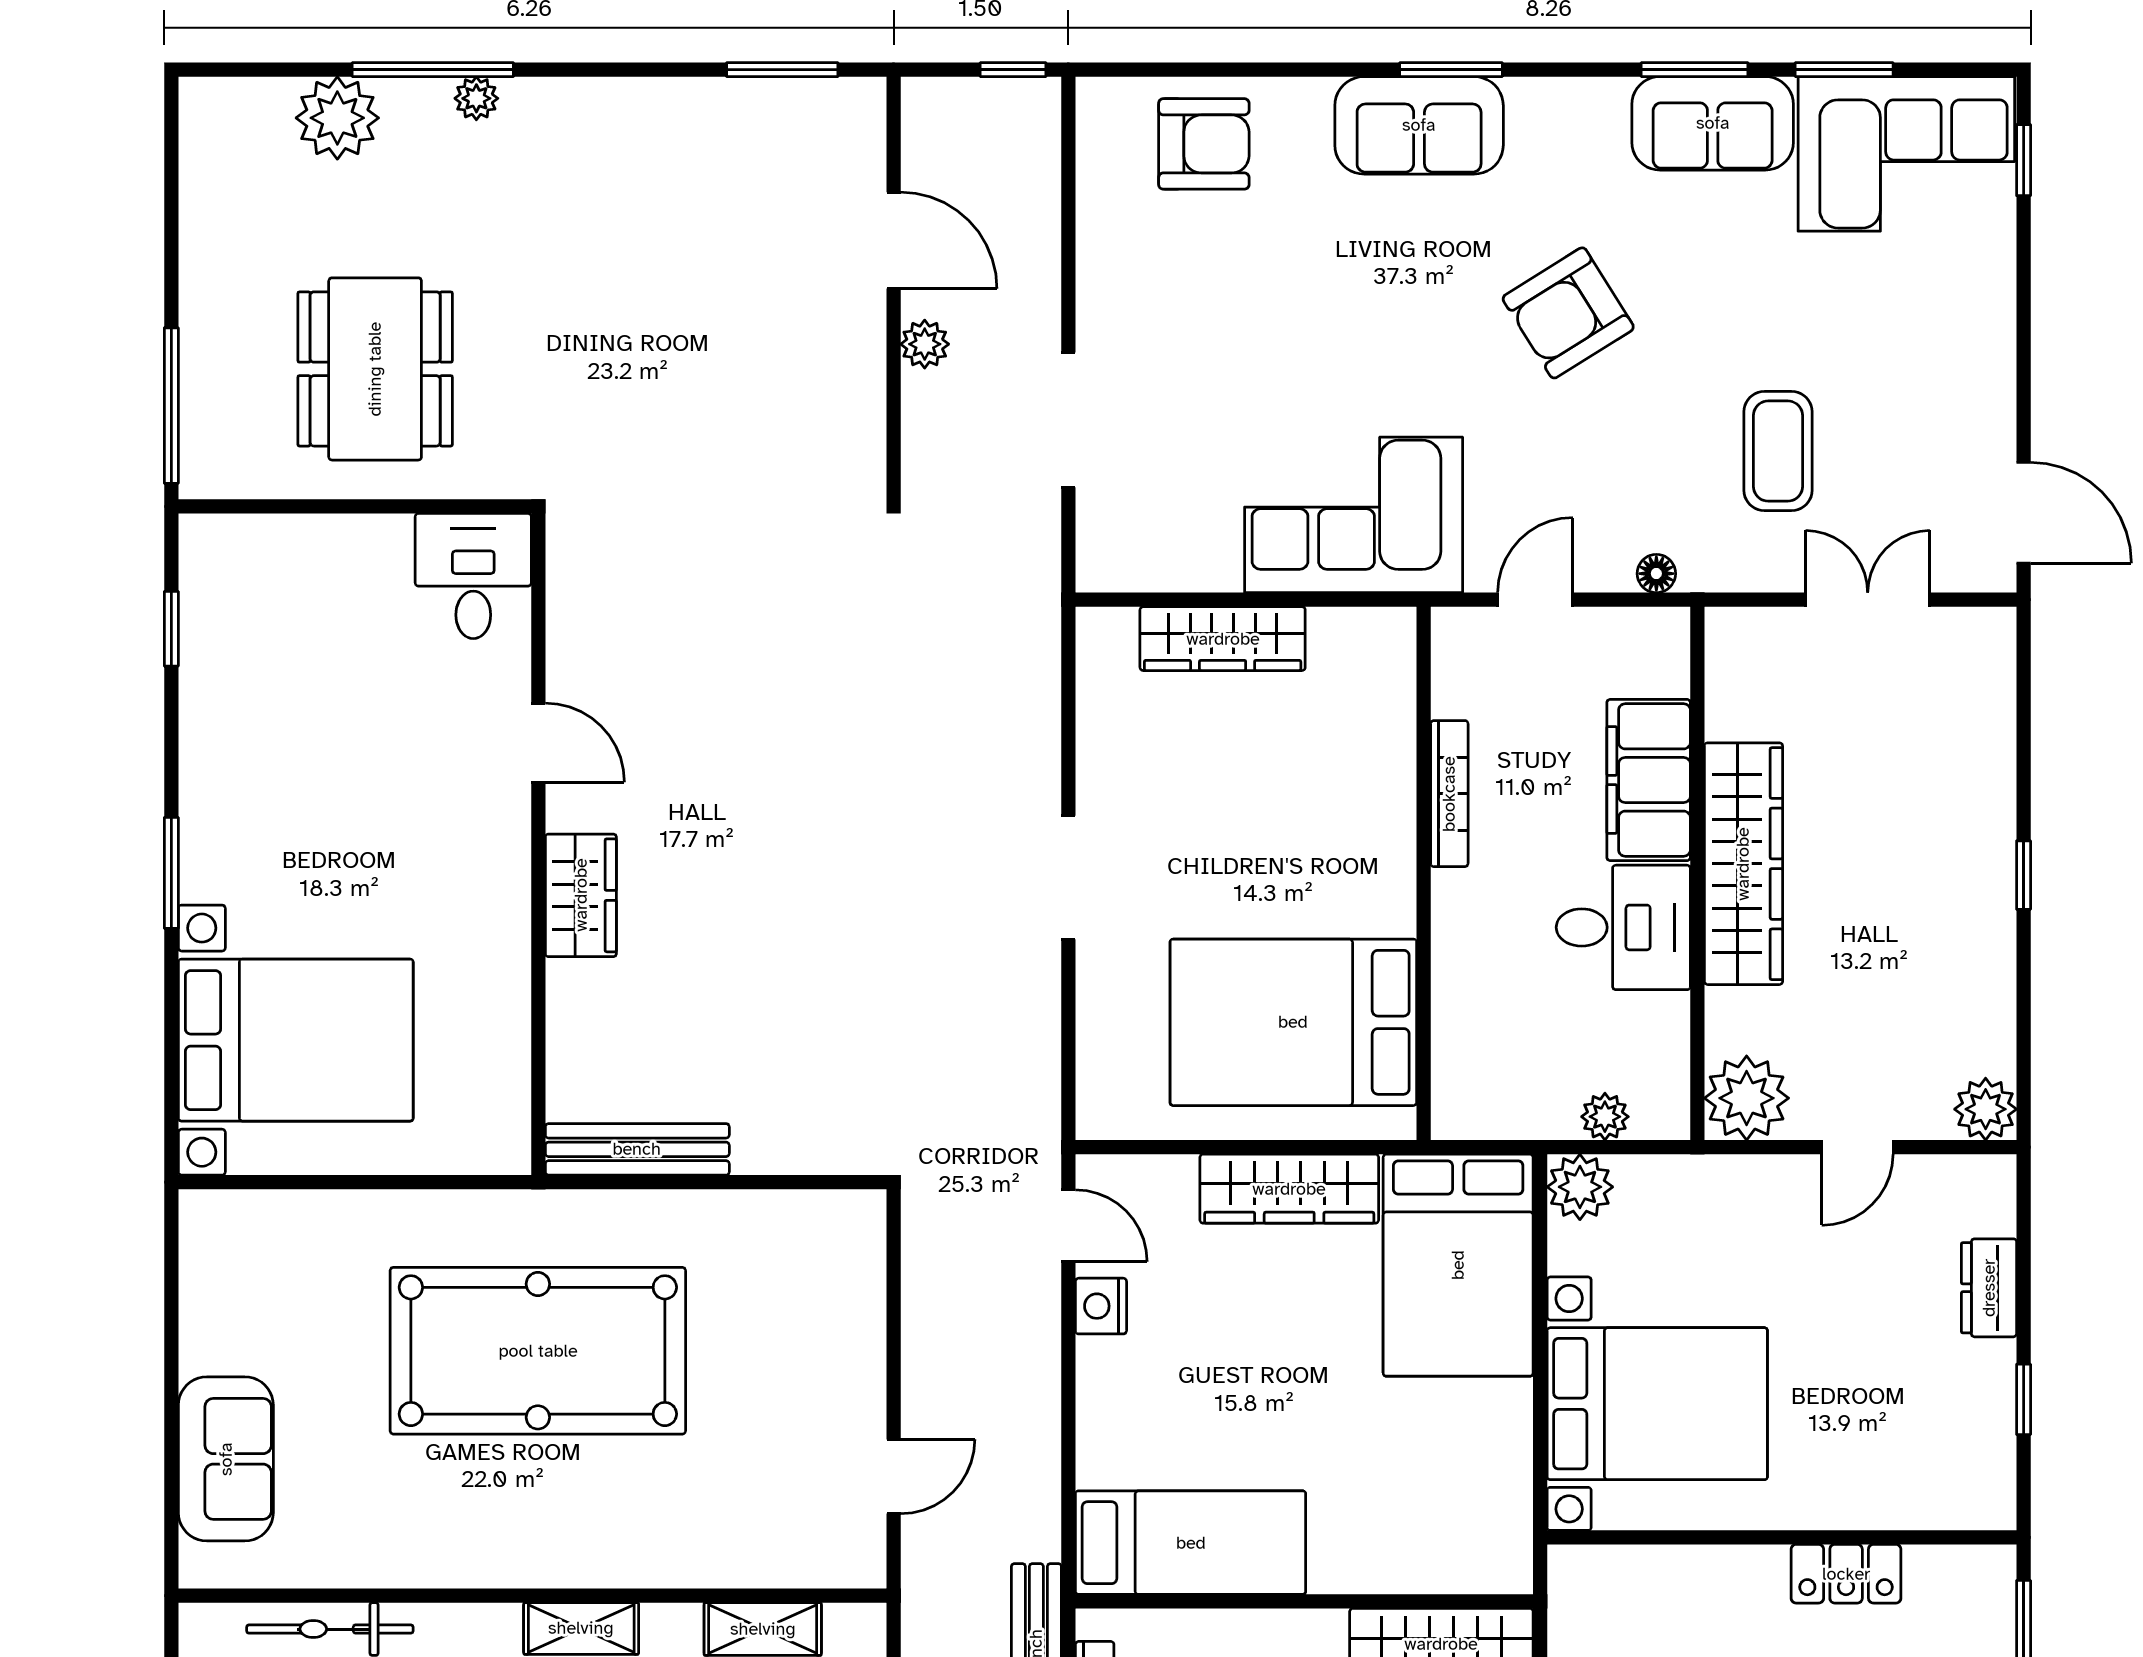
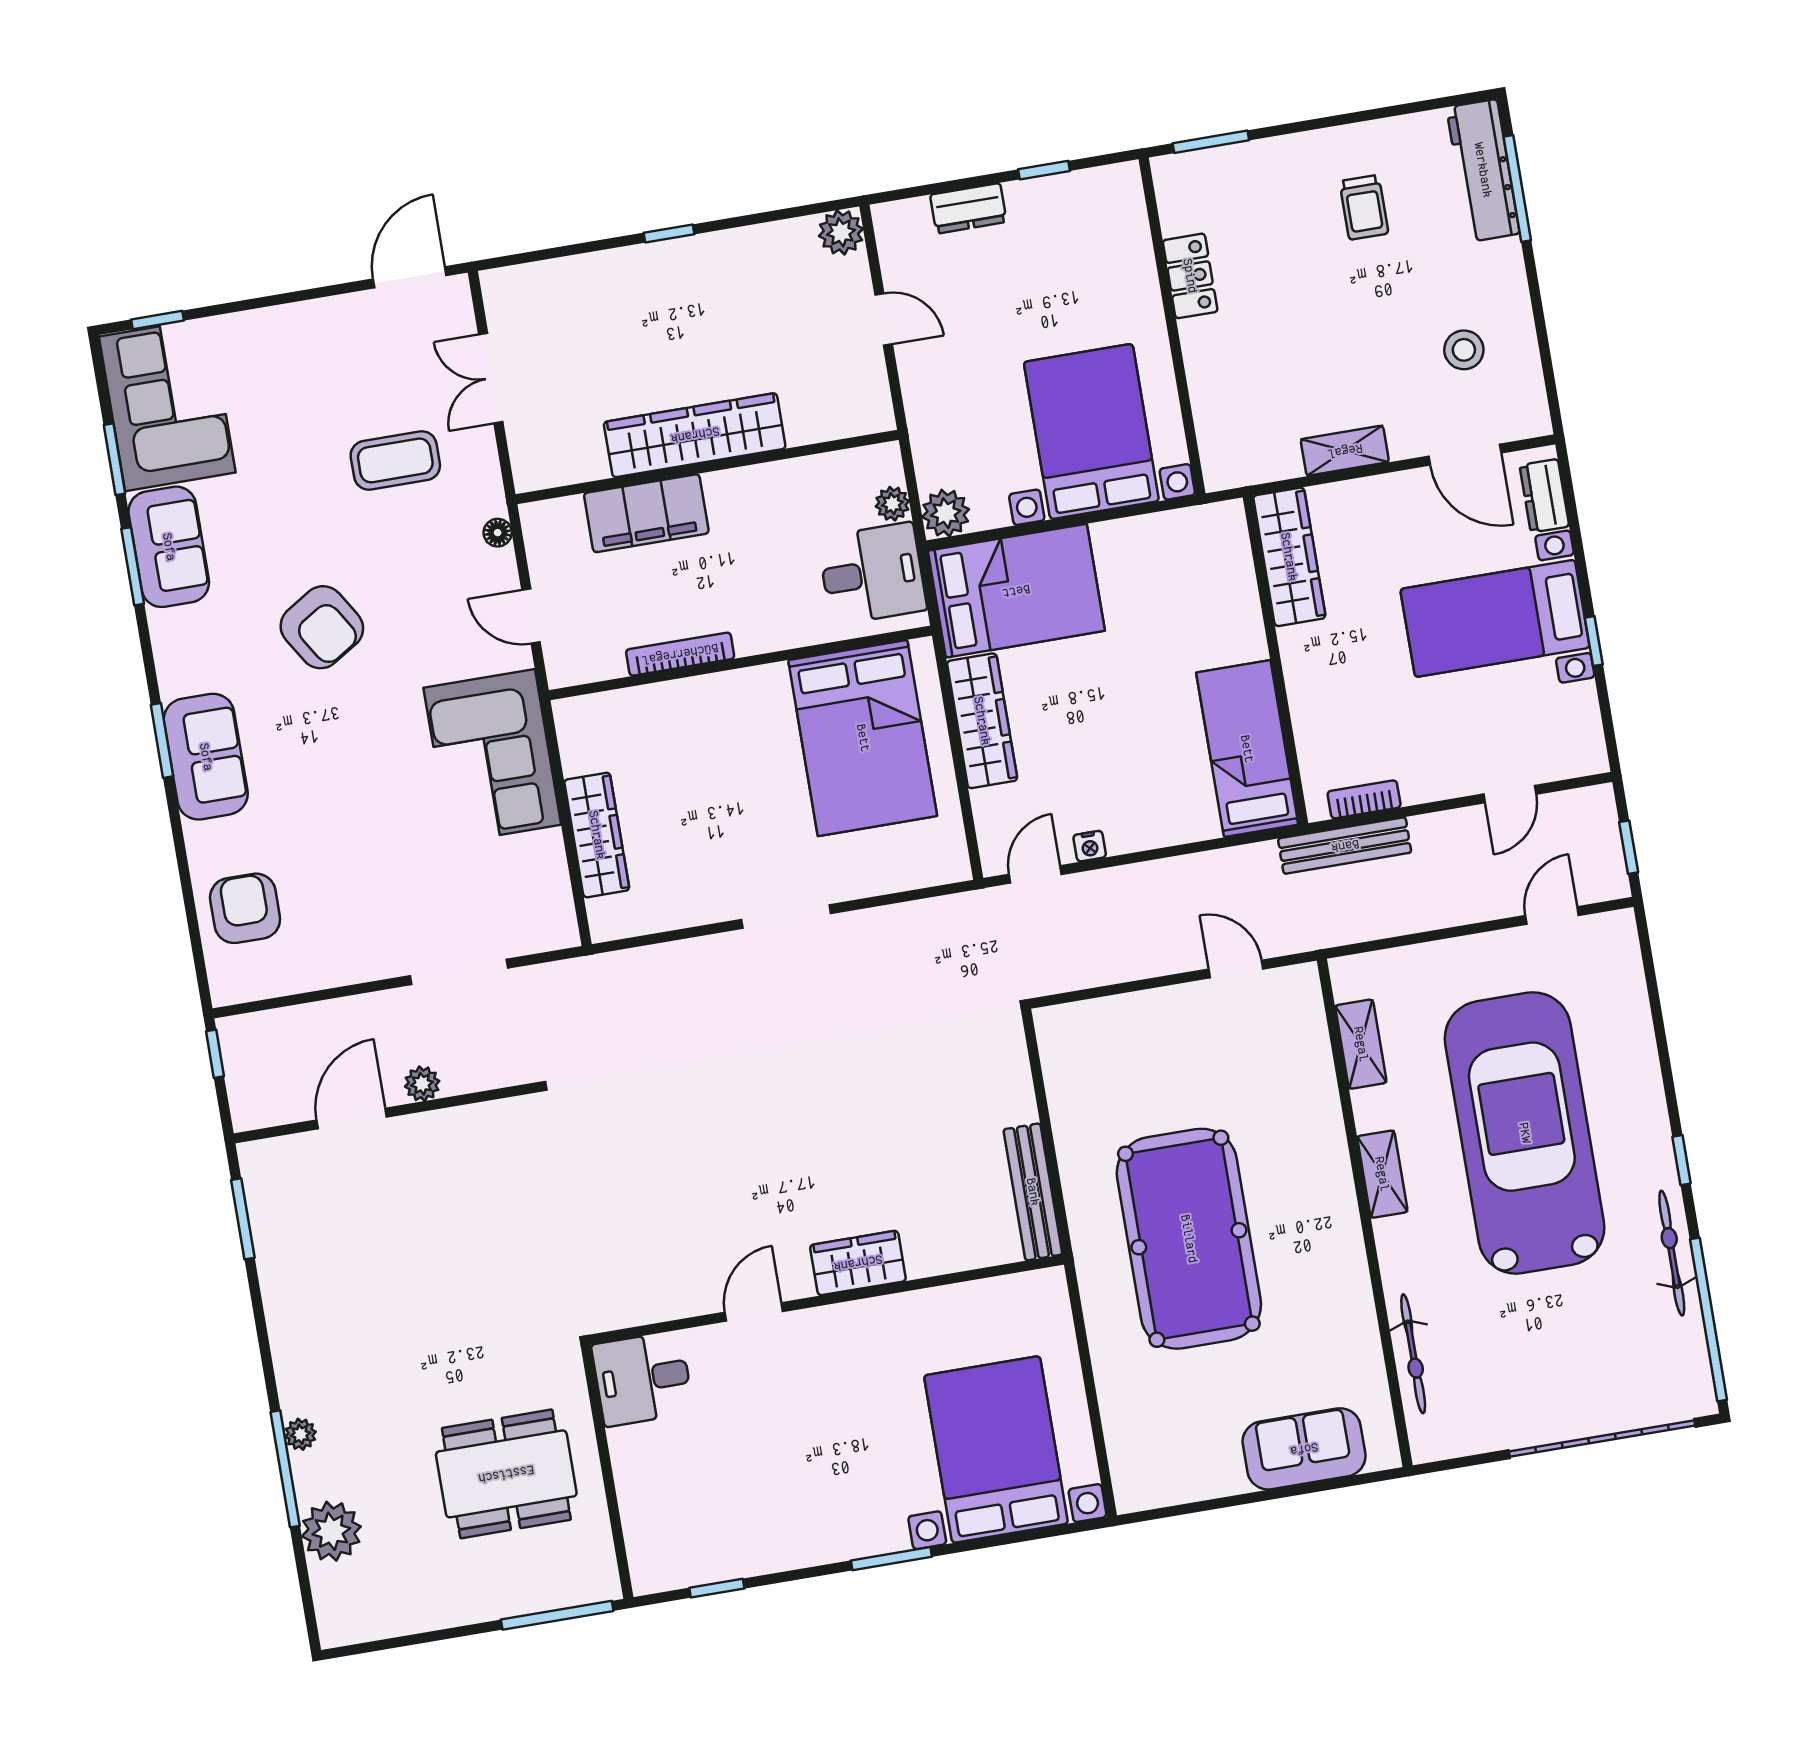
desk: (1623, 927) -> (872, 574), moved, turned 90
plant: (1747, 1098) -> (862, 405), removed
nightstand: (1101, 1306) -> (1090, 846), width x0.72, depth x0.74

